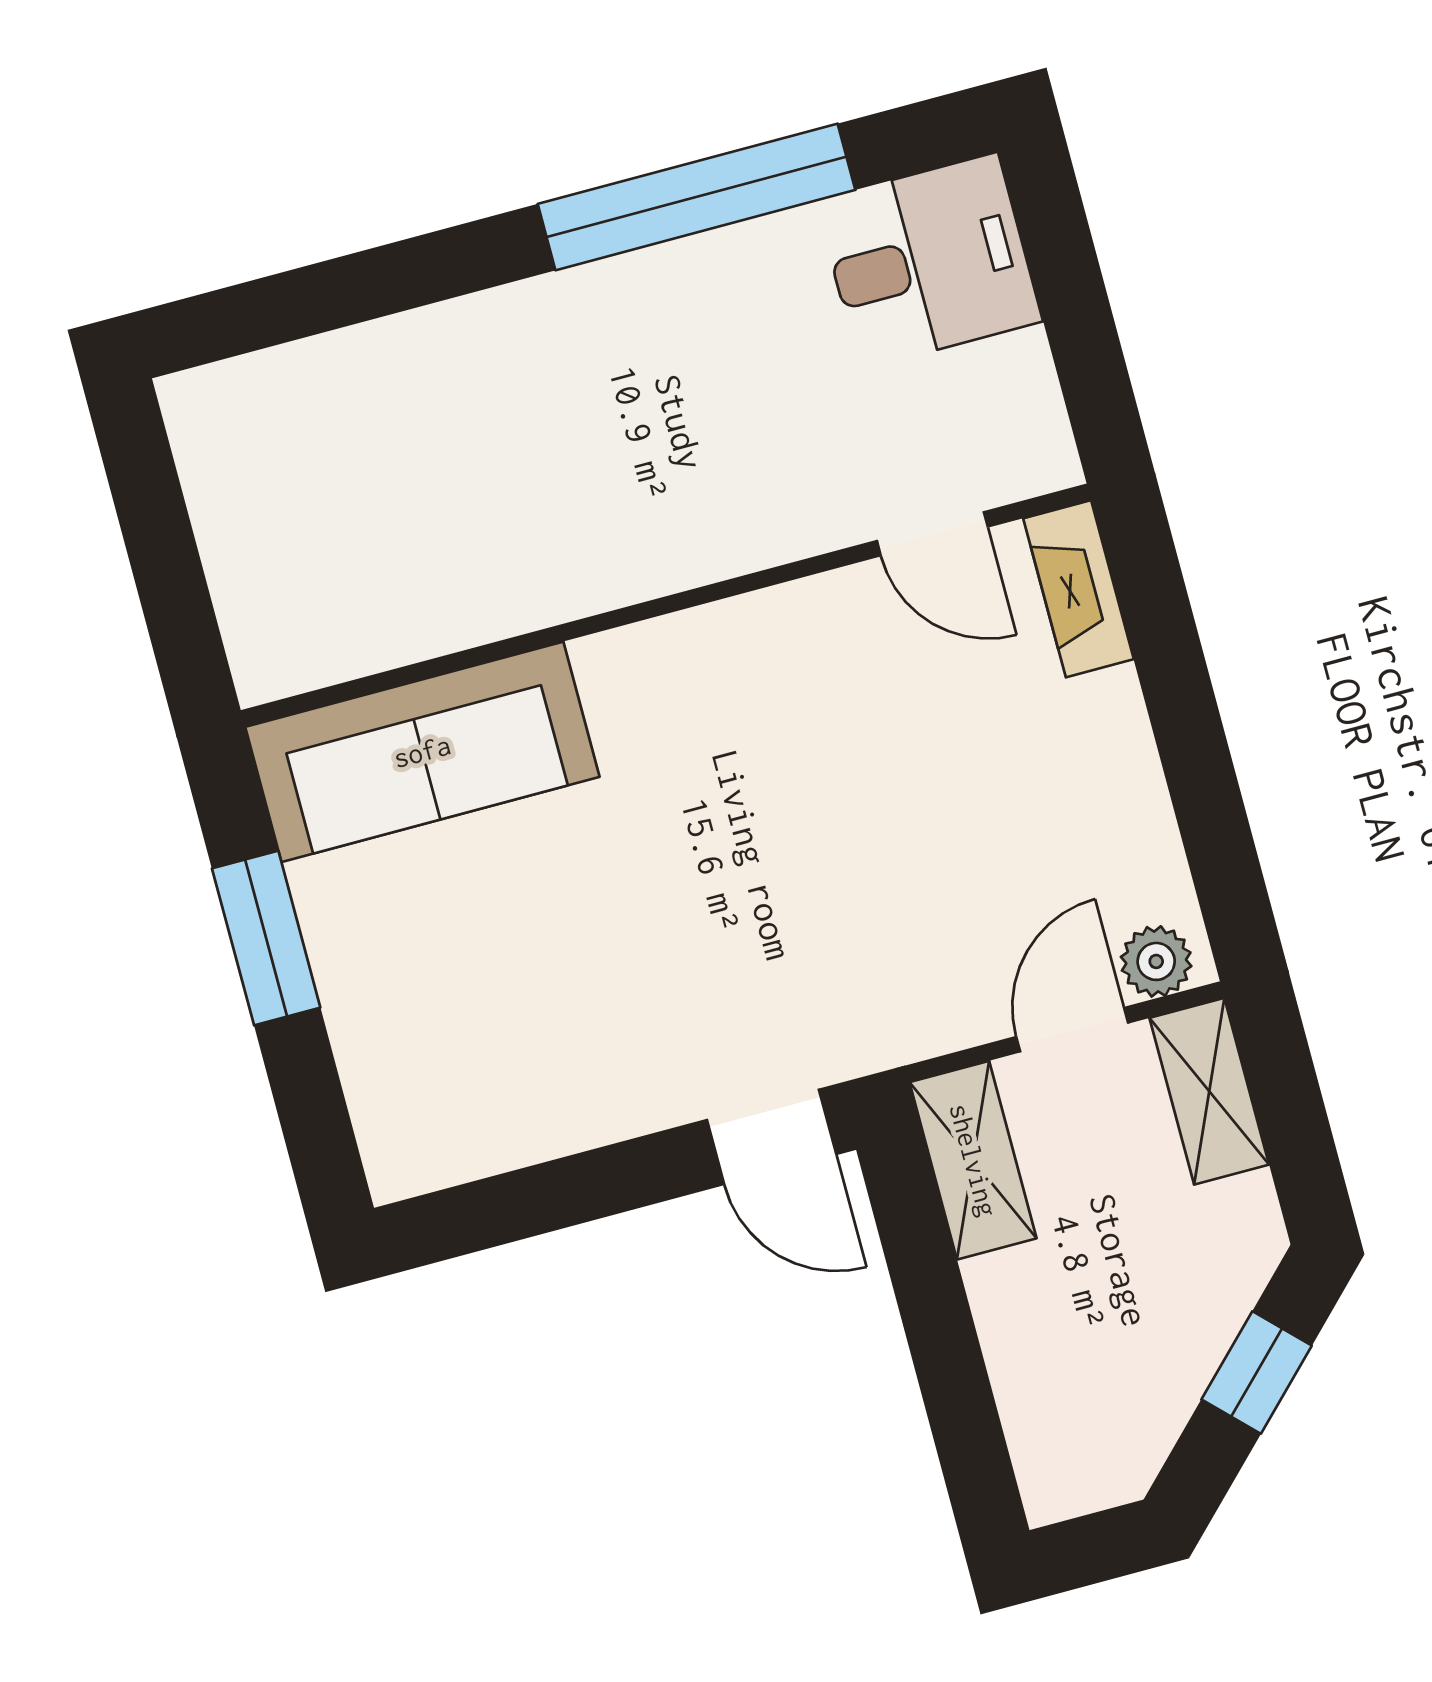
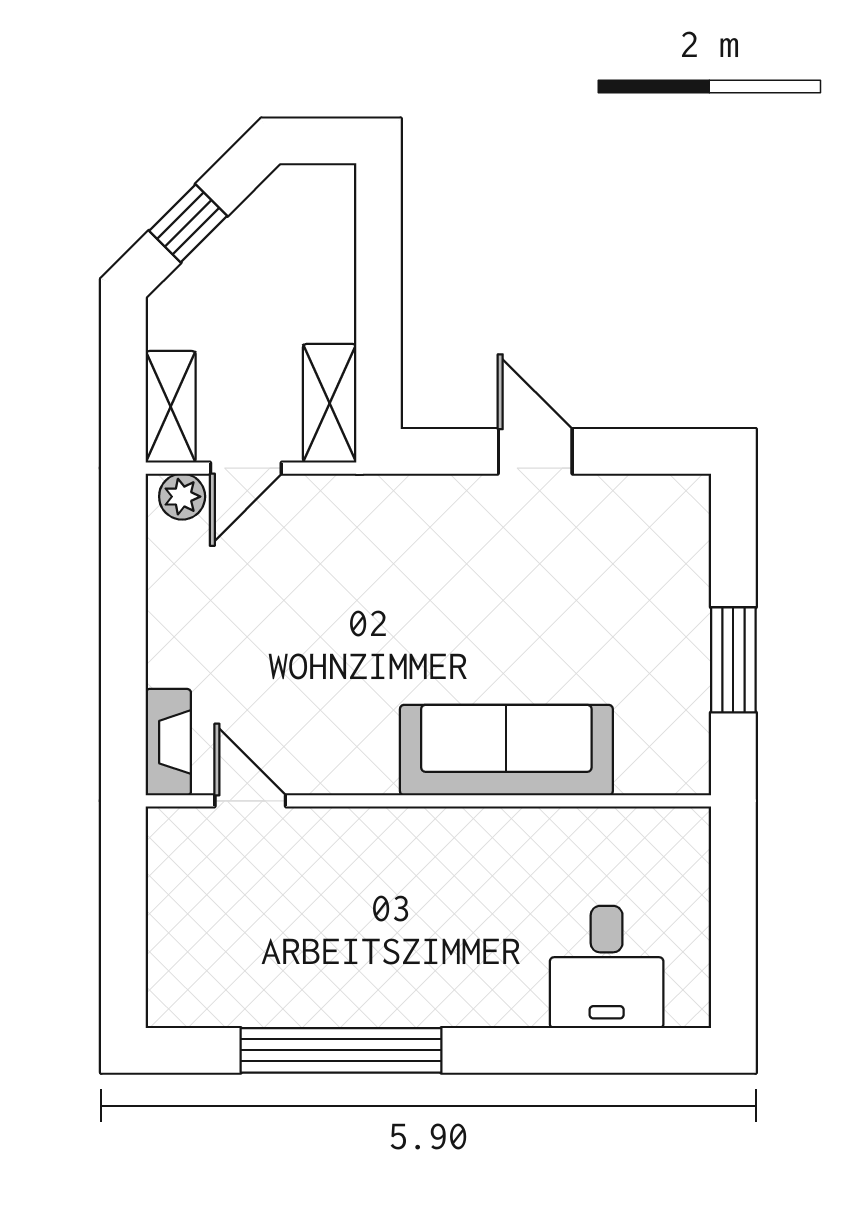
desk: (929, 261) -> (607, 967), moved, turned -90
sofa: (422, 752) -> (506, 750), moved
door: (772, 1137) -> (535, 451), moved

